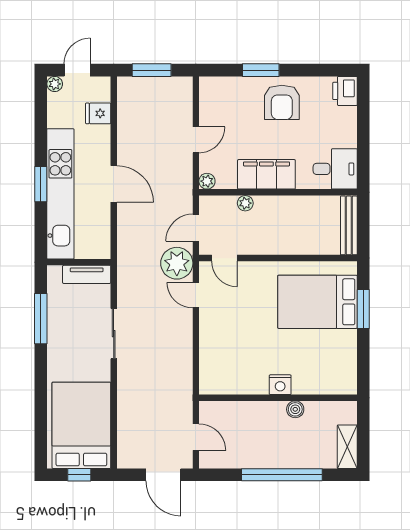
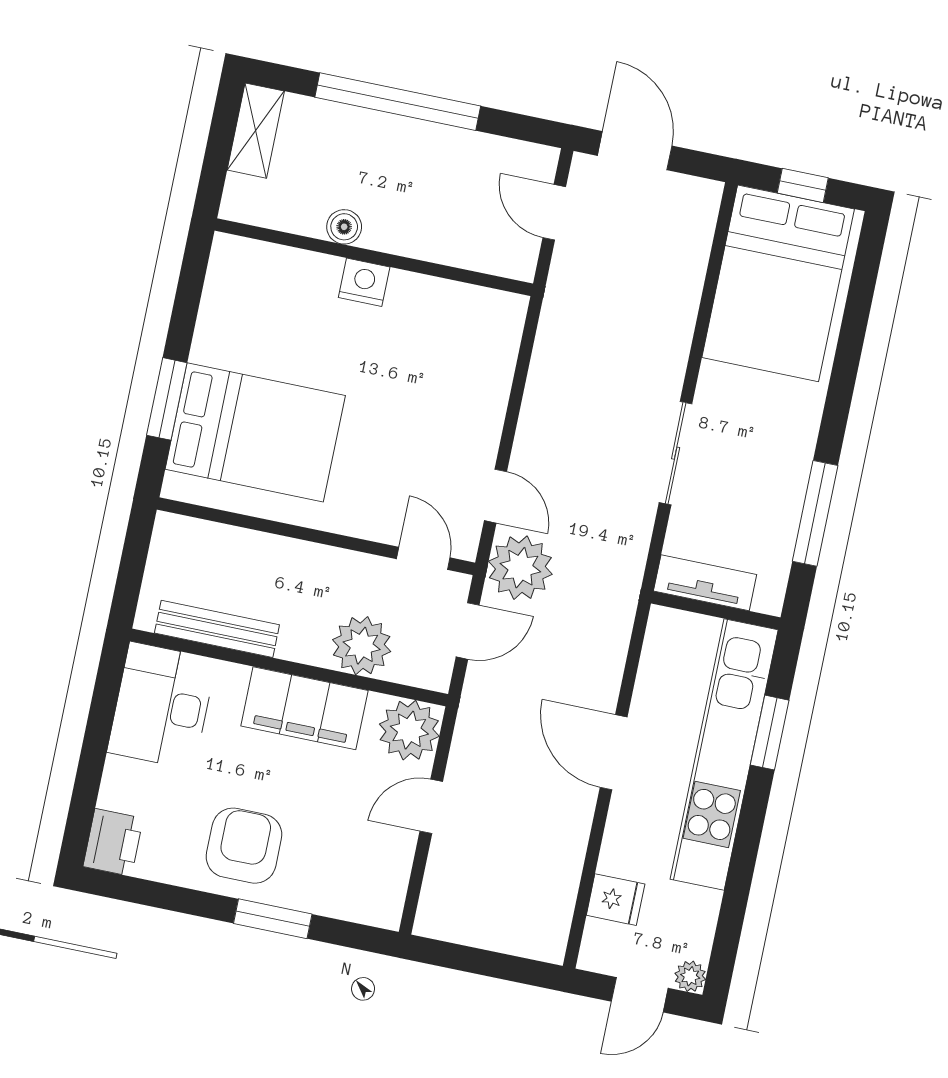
window: (152, 70) -> (491, 964), removed
desk: (335, 169) -> (162, 706), width x1.37
plant: (207, 181) -> (409, 730), width x1.87, depth x1.87
window: (41, 184) -> (770, 733), moved
plant: (245, 203) -> (362, 646), width x1.88, depth x1.88
bench: (349, 225) -> (217, 629), moved, turned 90

